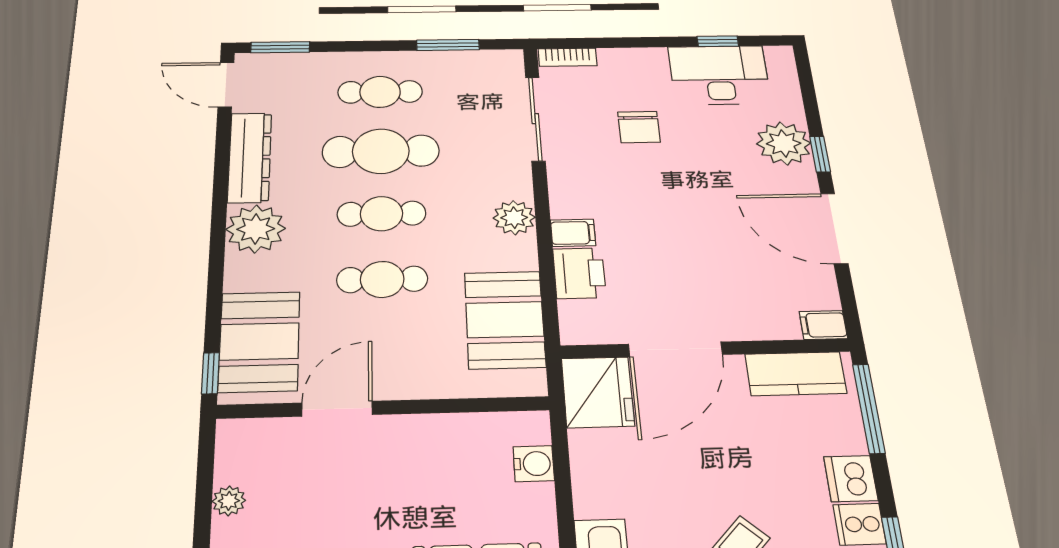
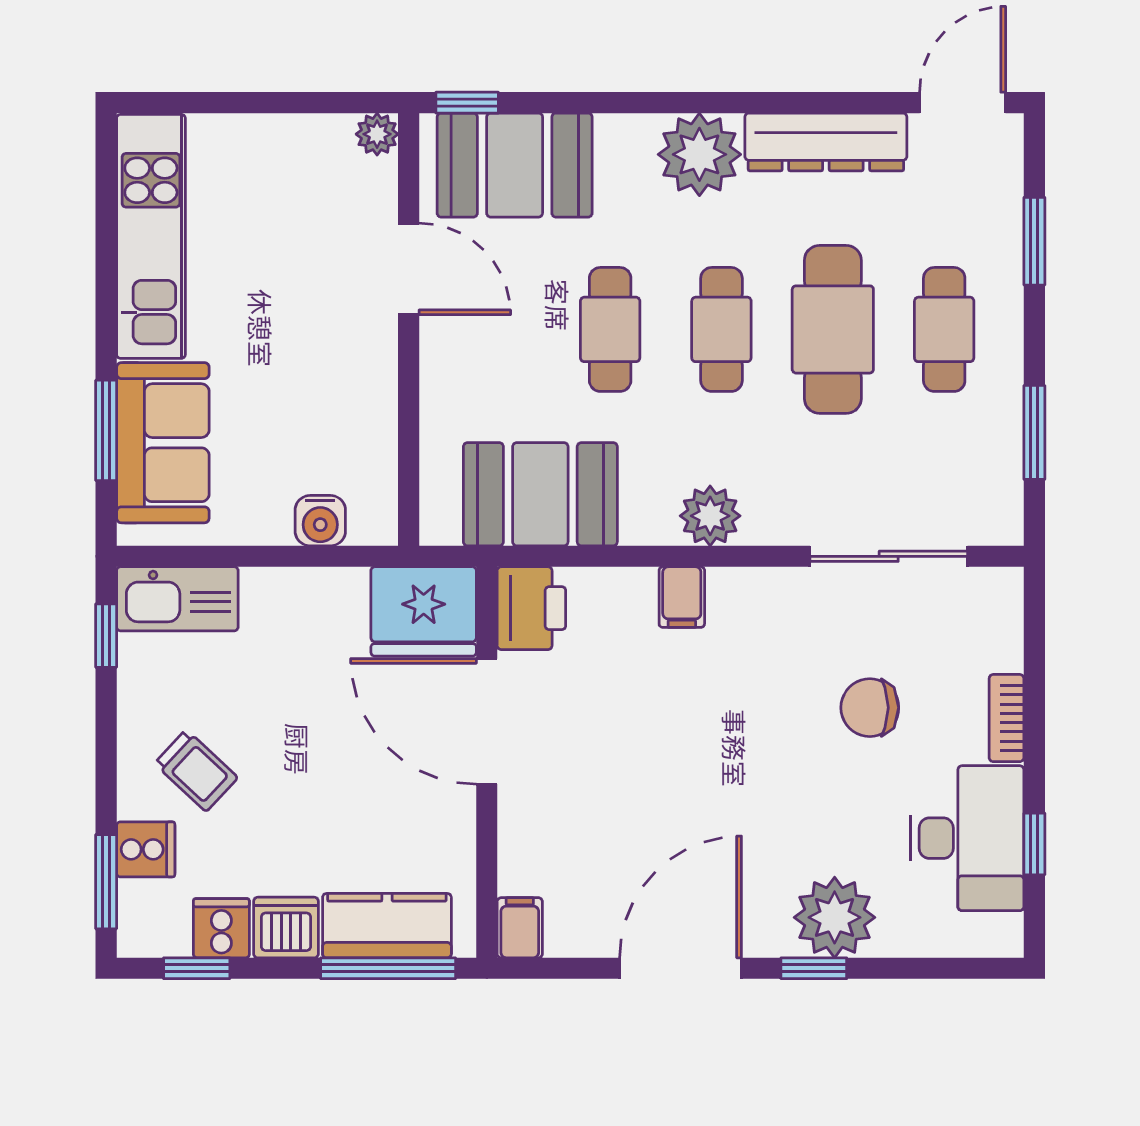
window: (280, 47) -> (1034, 241), moved
bookcase: (568, 57) -> (1006, 718), moved
printer: (579, 273) -> (531, 608), moved, turned -90
kitchen counter: (796, 374) -> (387, 926), moved, turned 90
plant: (229, 501) -> (377, 134), moved

